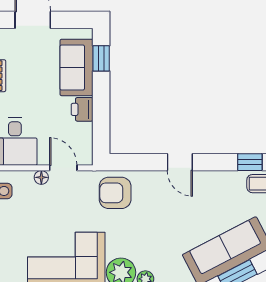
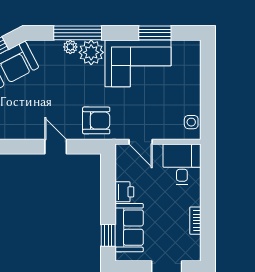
door: (180, 162) -> (56, 147), moved
floor lamp: (41, 177) -> (159, 134), removed

